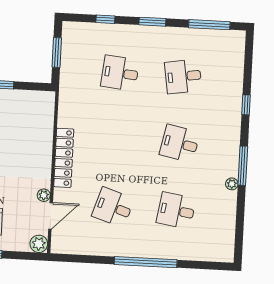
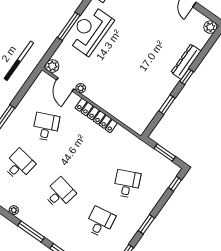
window: (105, 19) -> (175, 184), moved
desk: (120, 73) -> (127, 184), turned -30
window: (243, 166) -> (31, 231), moved
desk: (113, 207) -> (46, 127), turned -42

